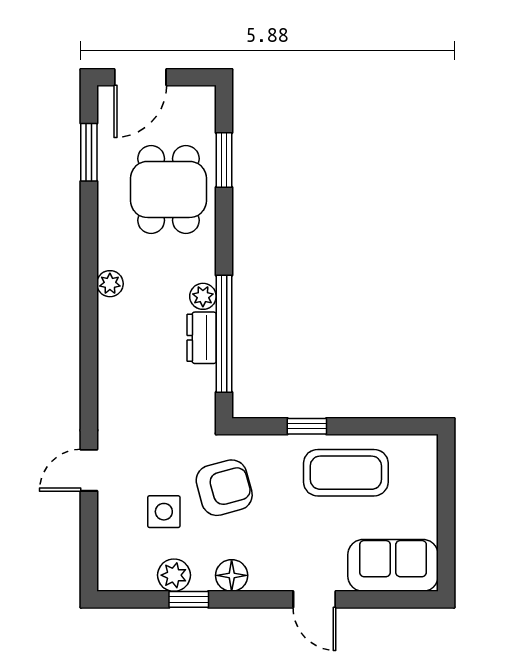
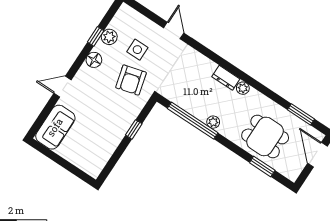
dresser: (202, 338) -> (226, 78), moved, turned 180
coffee table: (346, 473) -> (105, 133), removed

